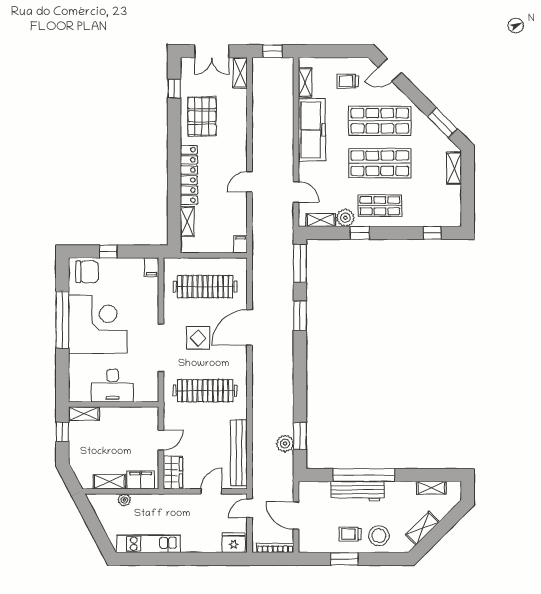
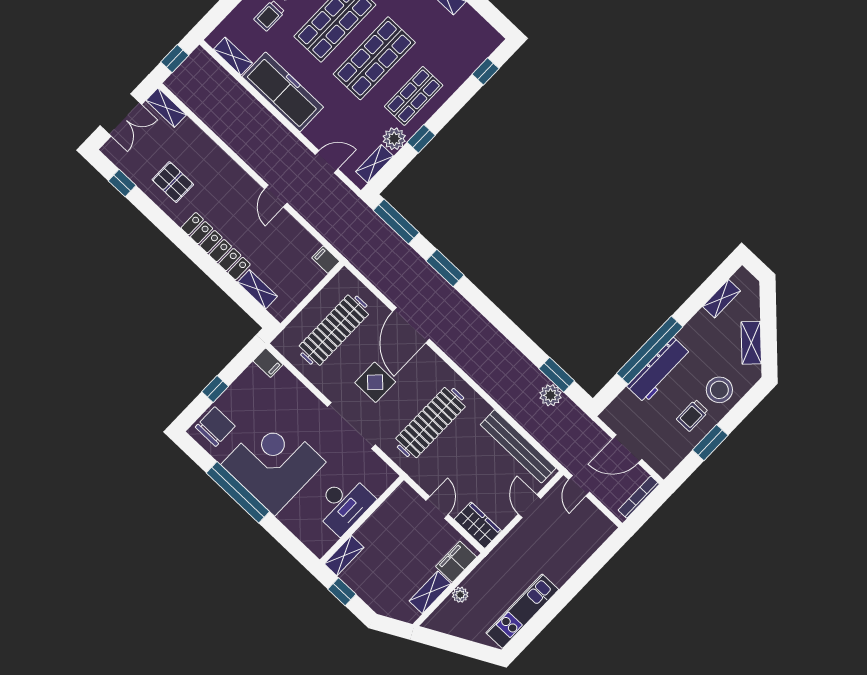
pallet: (202, 116) -> (173, 182), width x0.67, depth x0.71
fridge: (234, 543) -> (597, 531), removed

